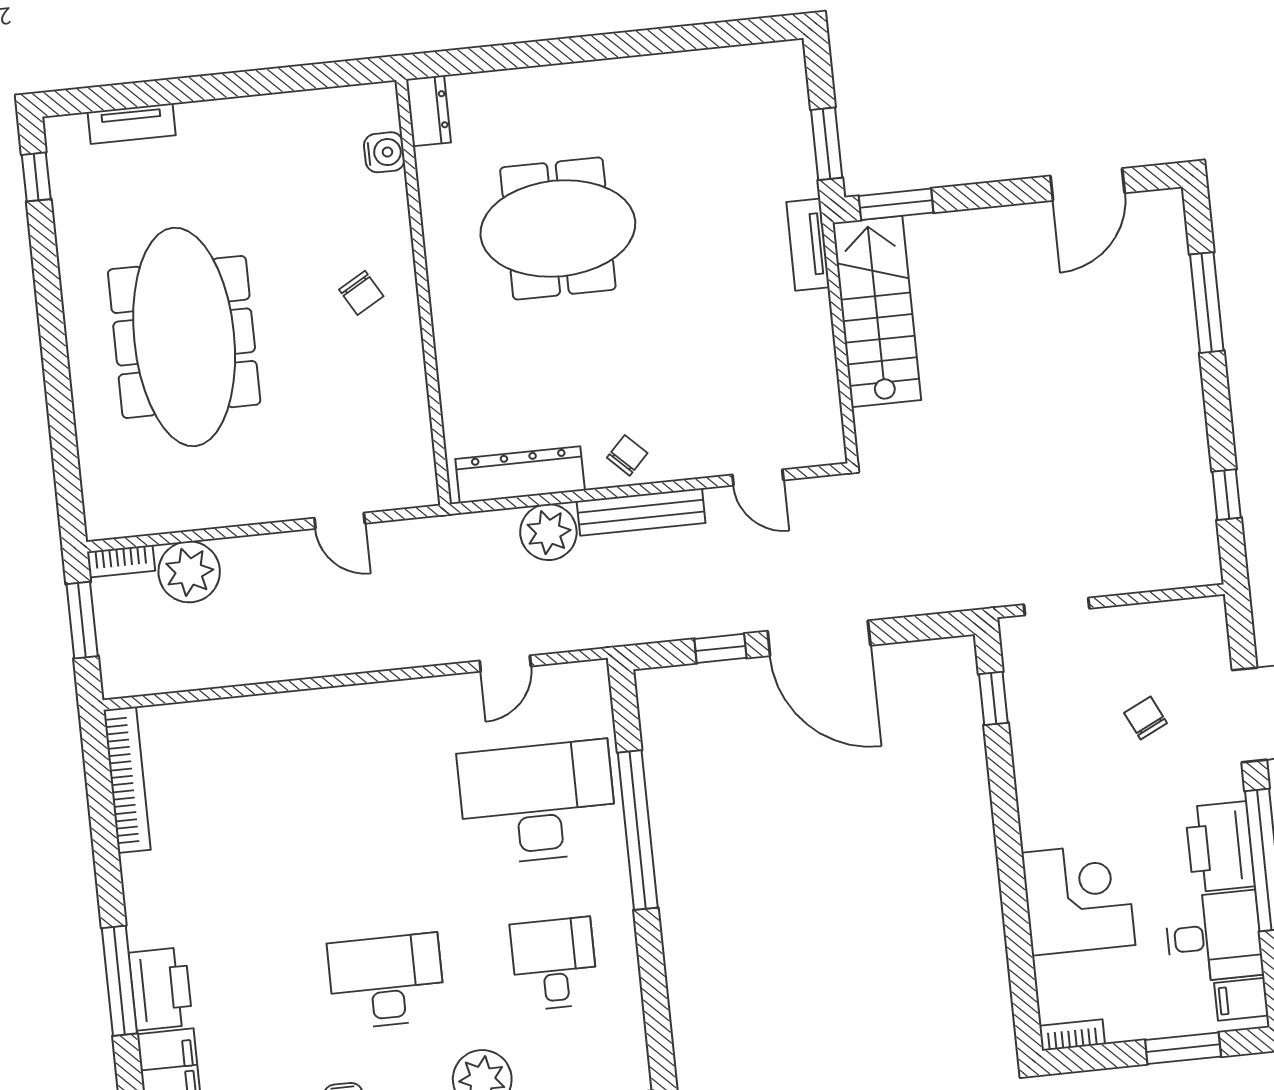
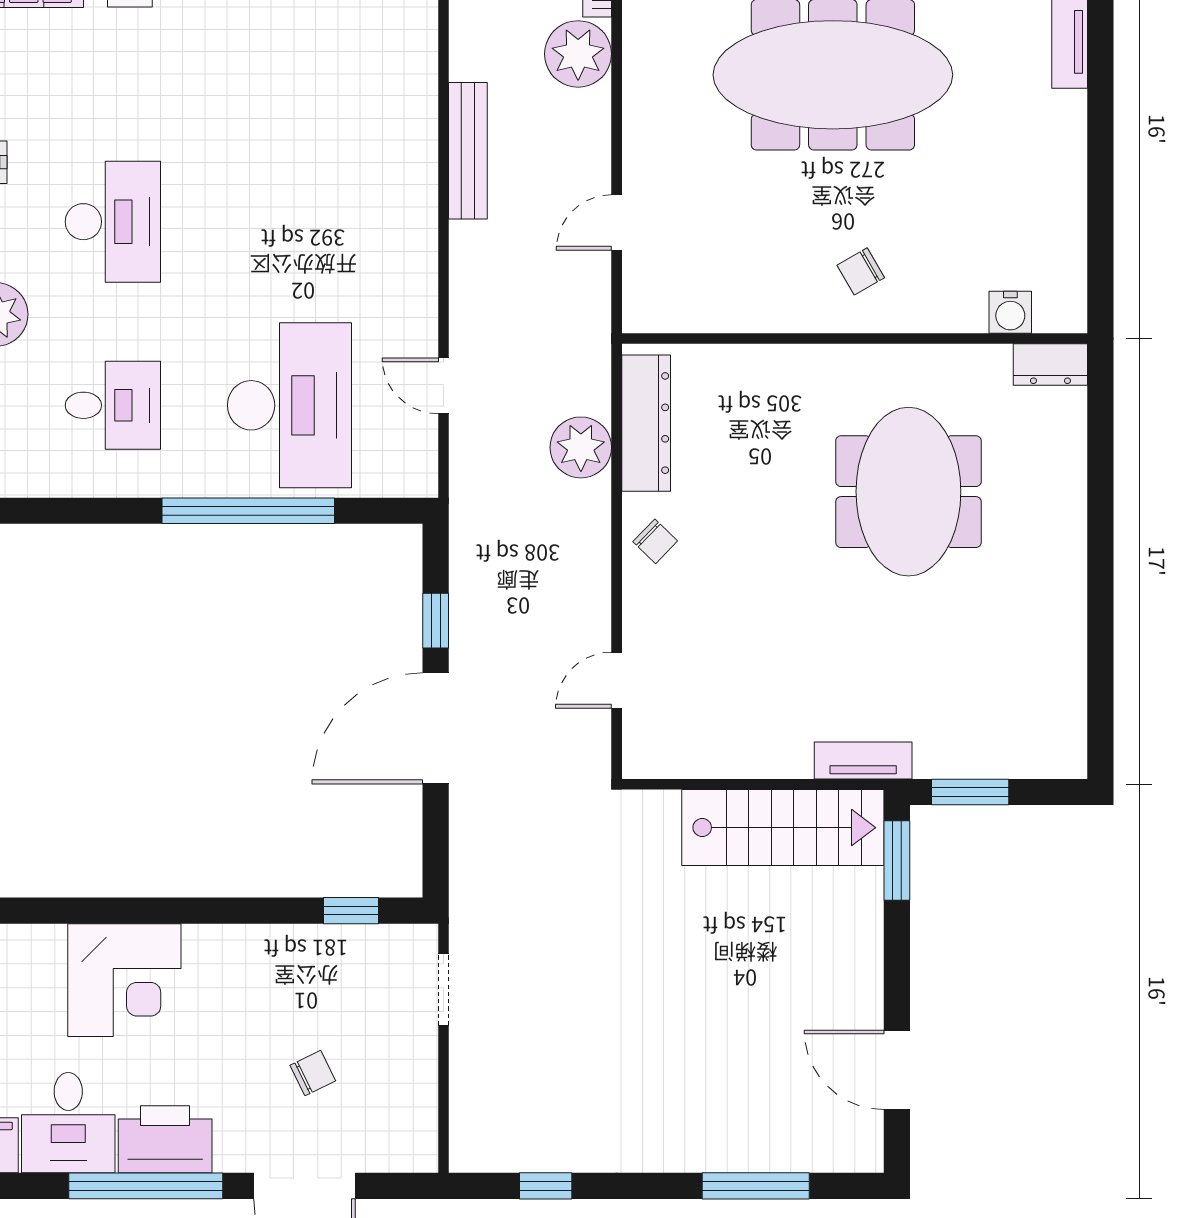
bench: (641, 512) -> (468, 151), moved

